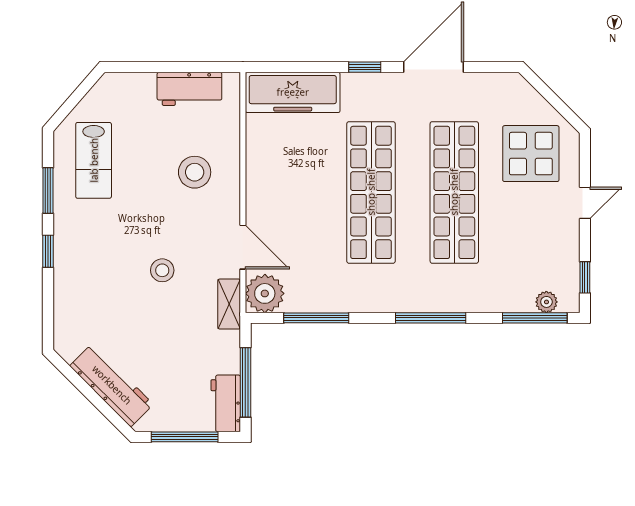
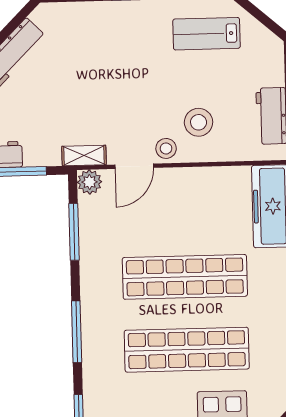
stool: (162, 270) -> (166, 148), moved
plant: (265, 293) -> (89, 182), width x0.73, depth x0.73

